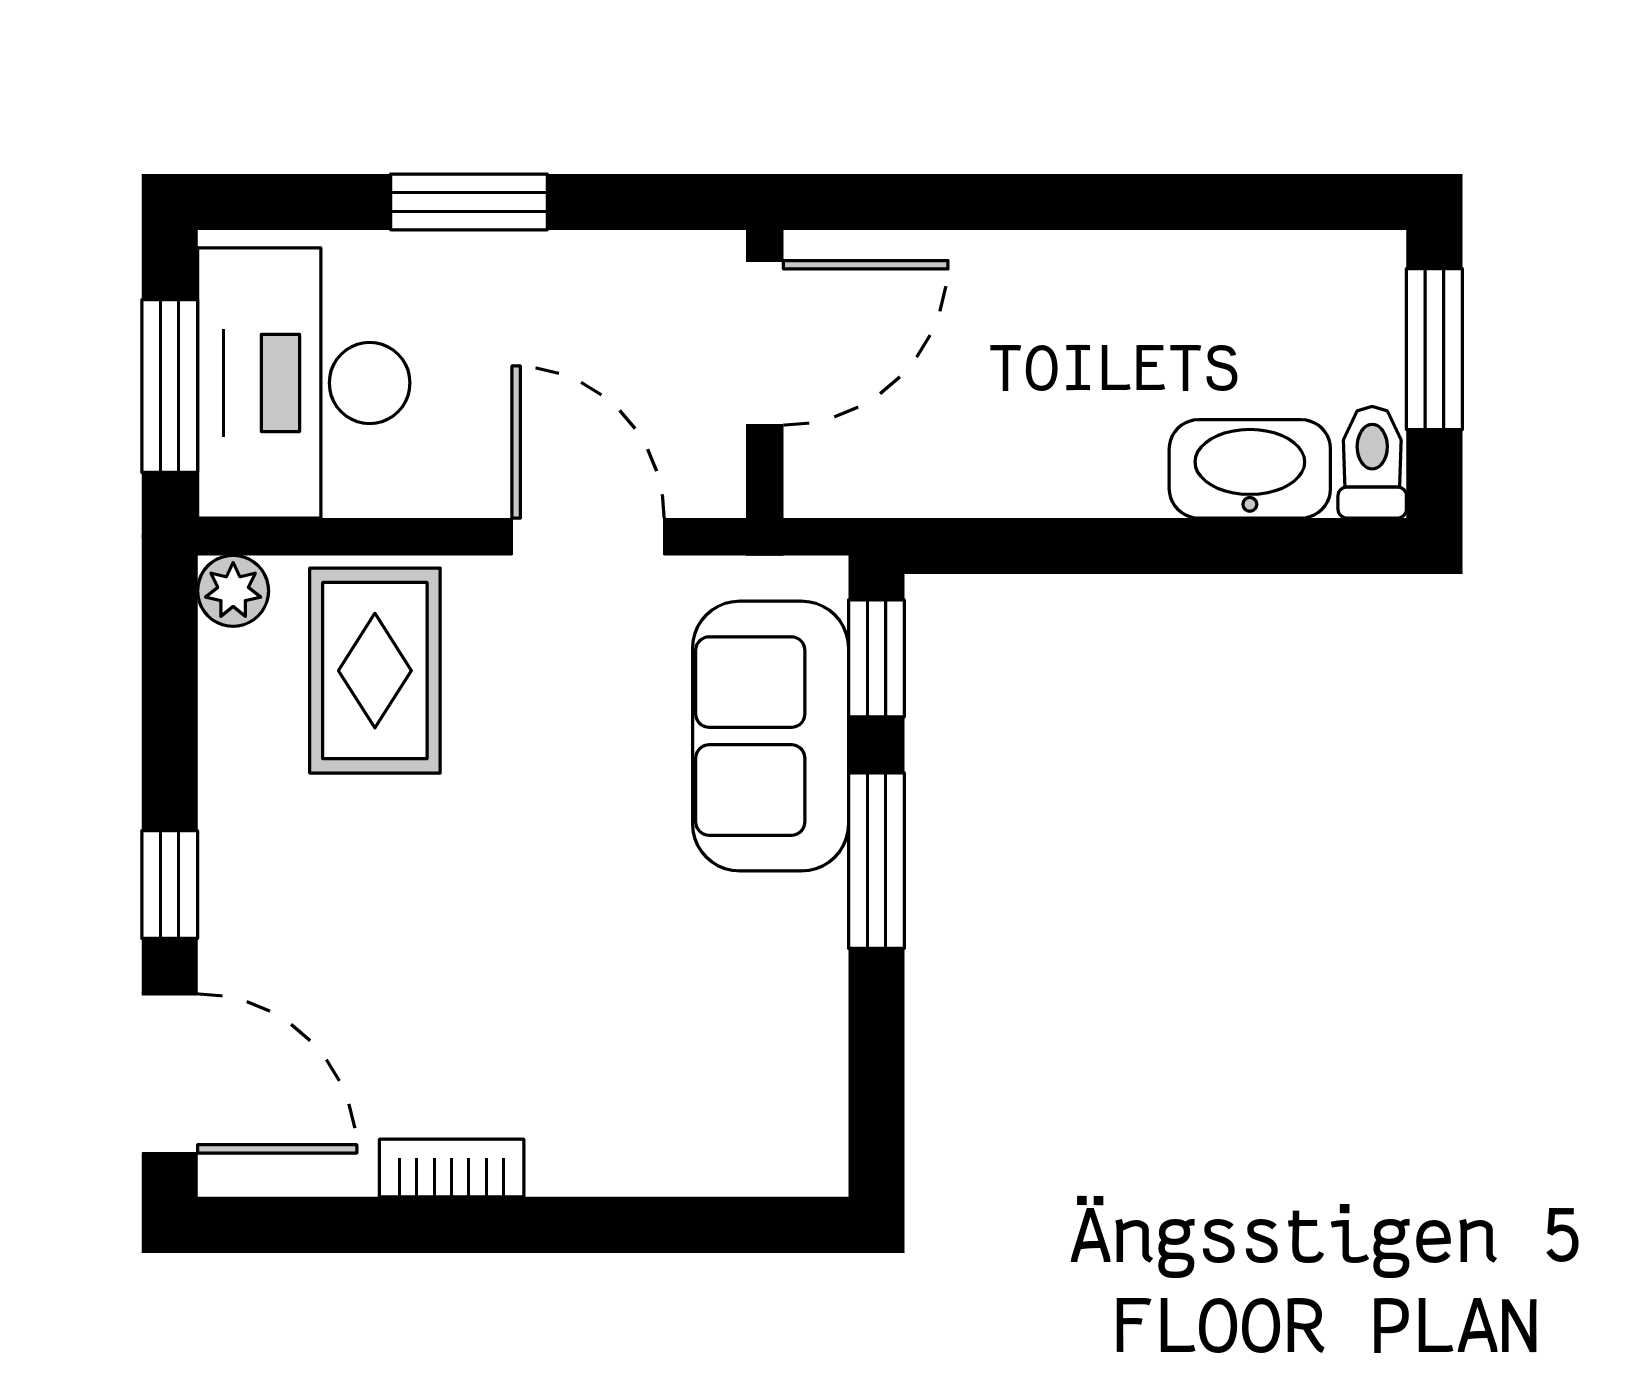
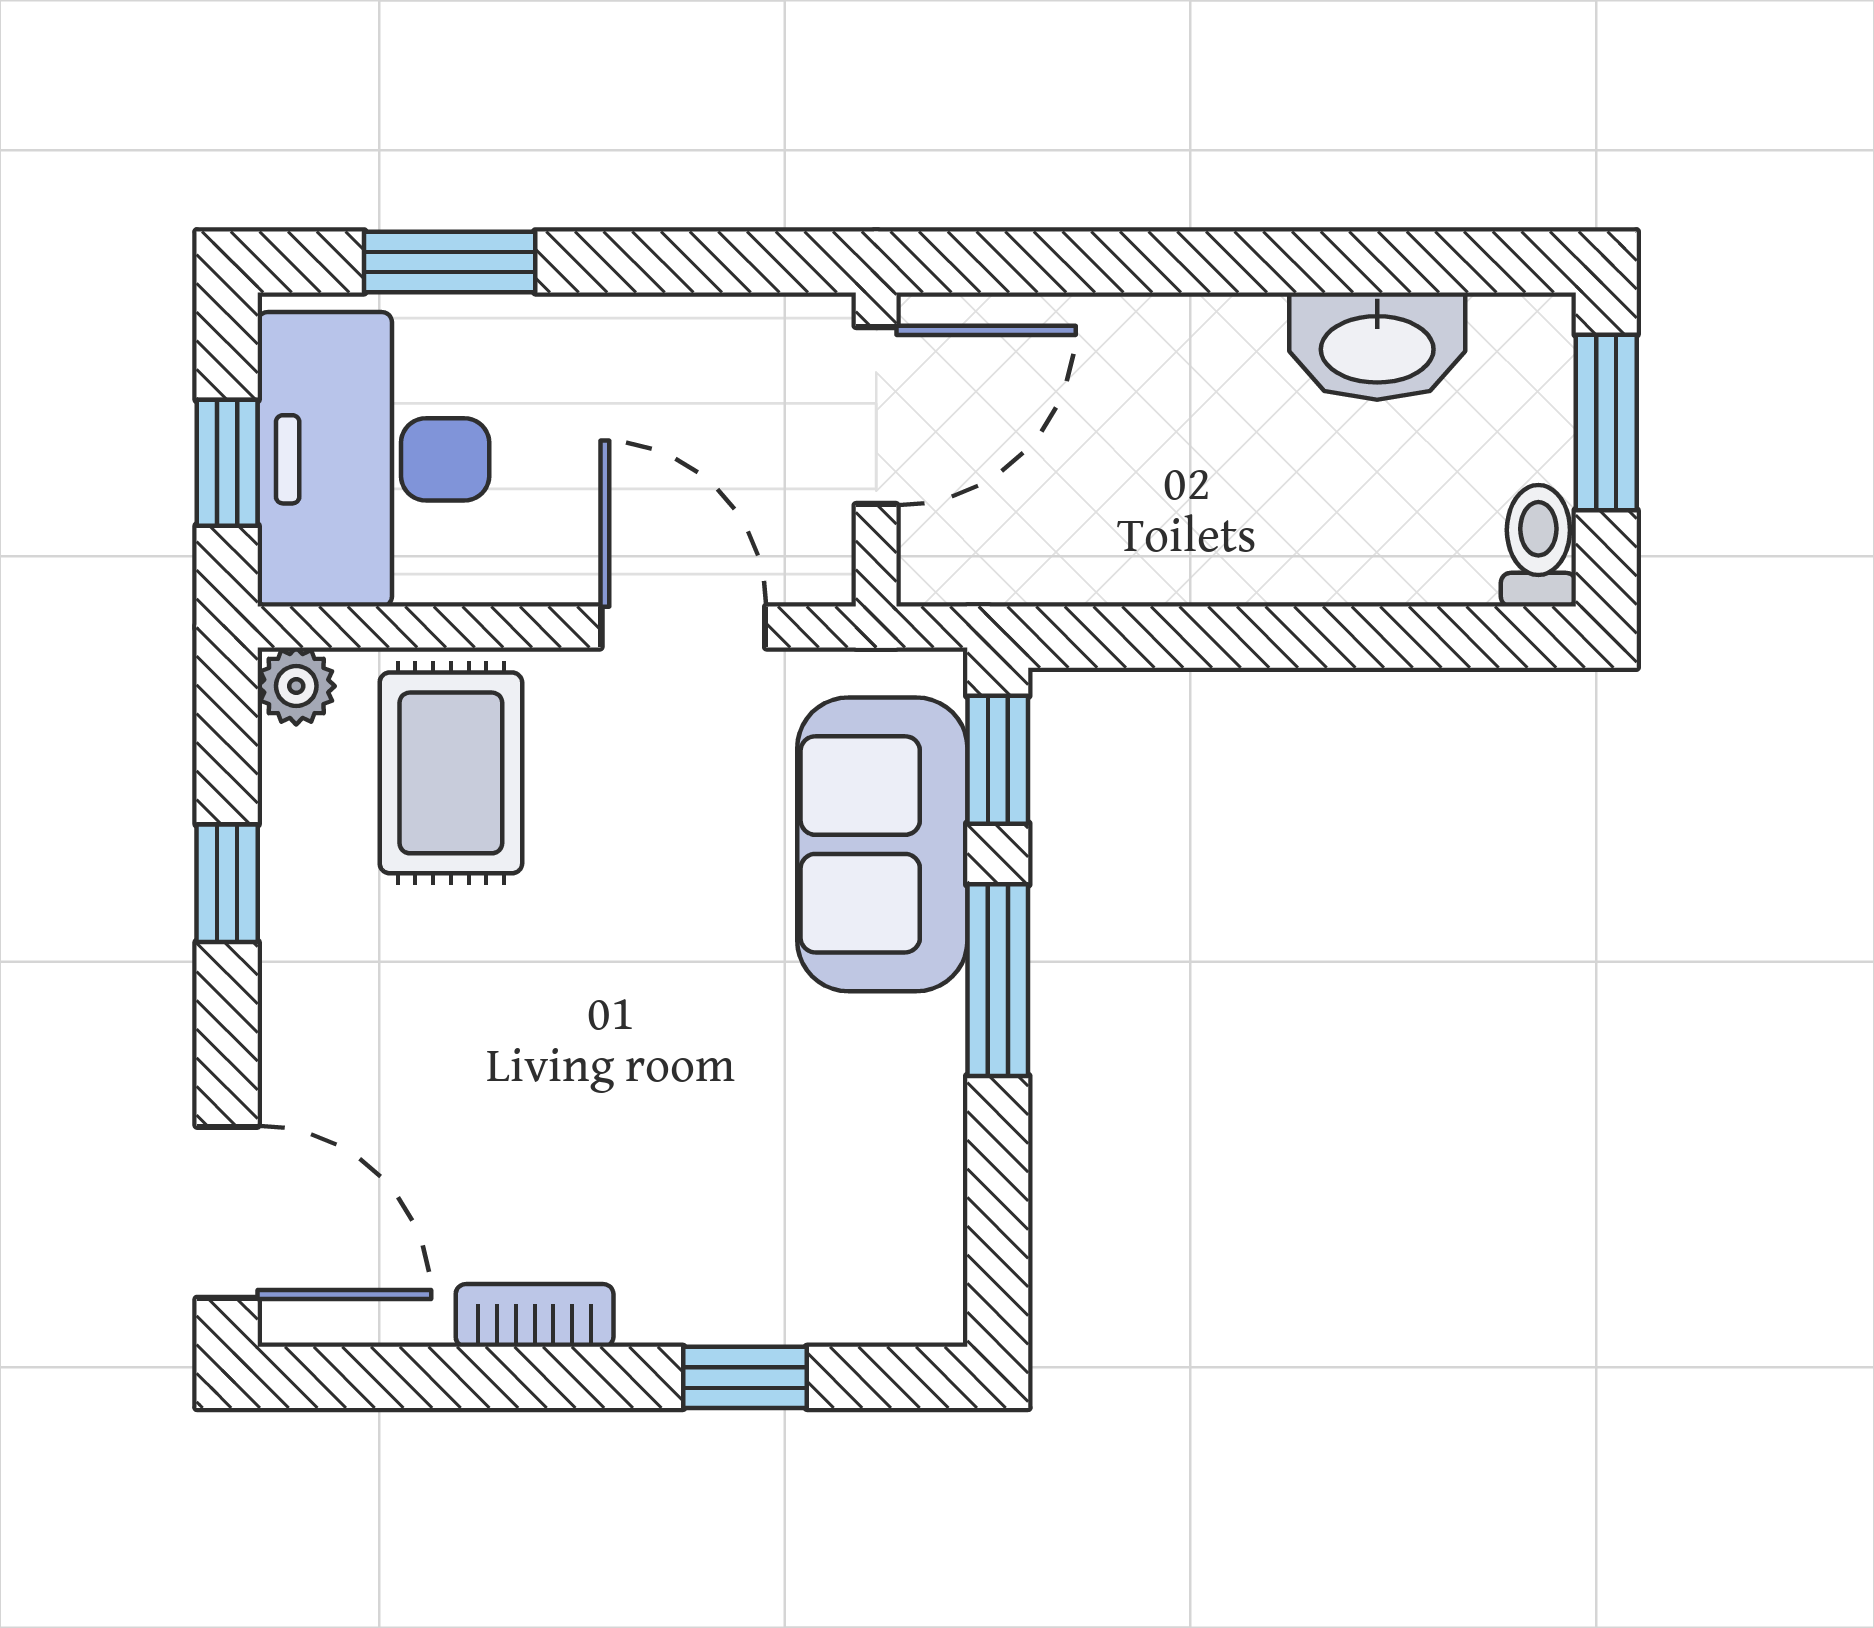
window: (469, 202) -> (450, 262), moved
window: (170, 386) -> (227, 463), width x0.67
washbasin: (1250, 469) -> (1377, 346), moved, turned 180
window: (170, 885) -> (227, 883), moved
window: (645, 1225) -> (745, 1377), added

